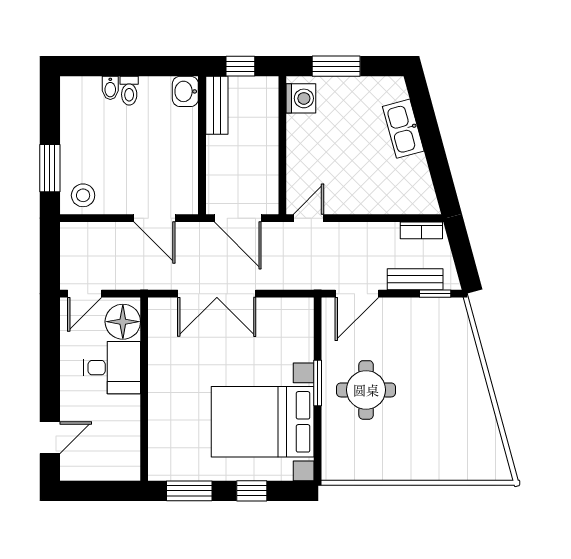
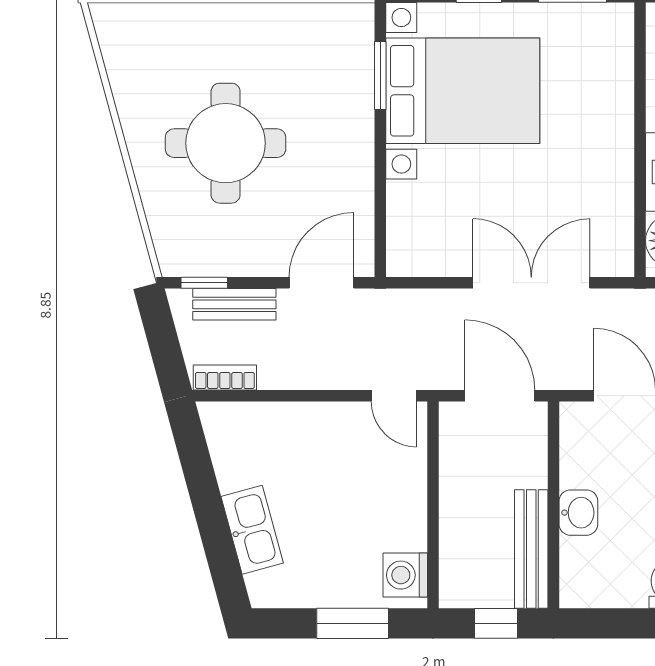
washbasin: (185, 91) -> (578, 513), moved
bench: (217, 105) -> (531, 549), width x1.36
door: (309, 218) -> (394, 396), hinge flipped
window: (318, 383) -> (380, 75), moved
round table: (366, 390) -> (226, 143), moved, width x1.36, depth x1.36

